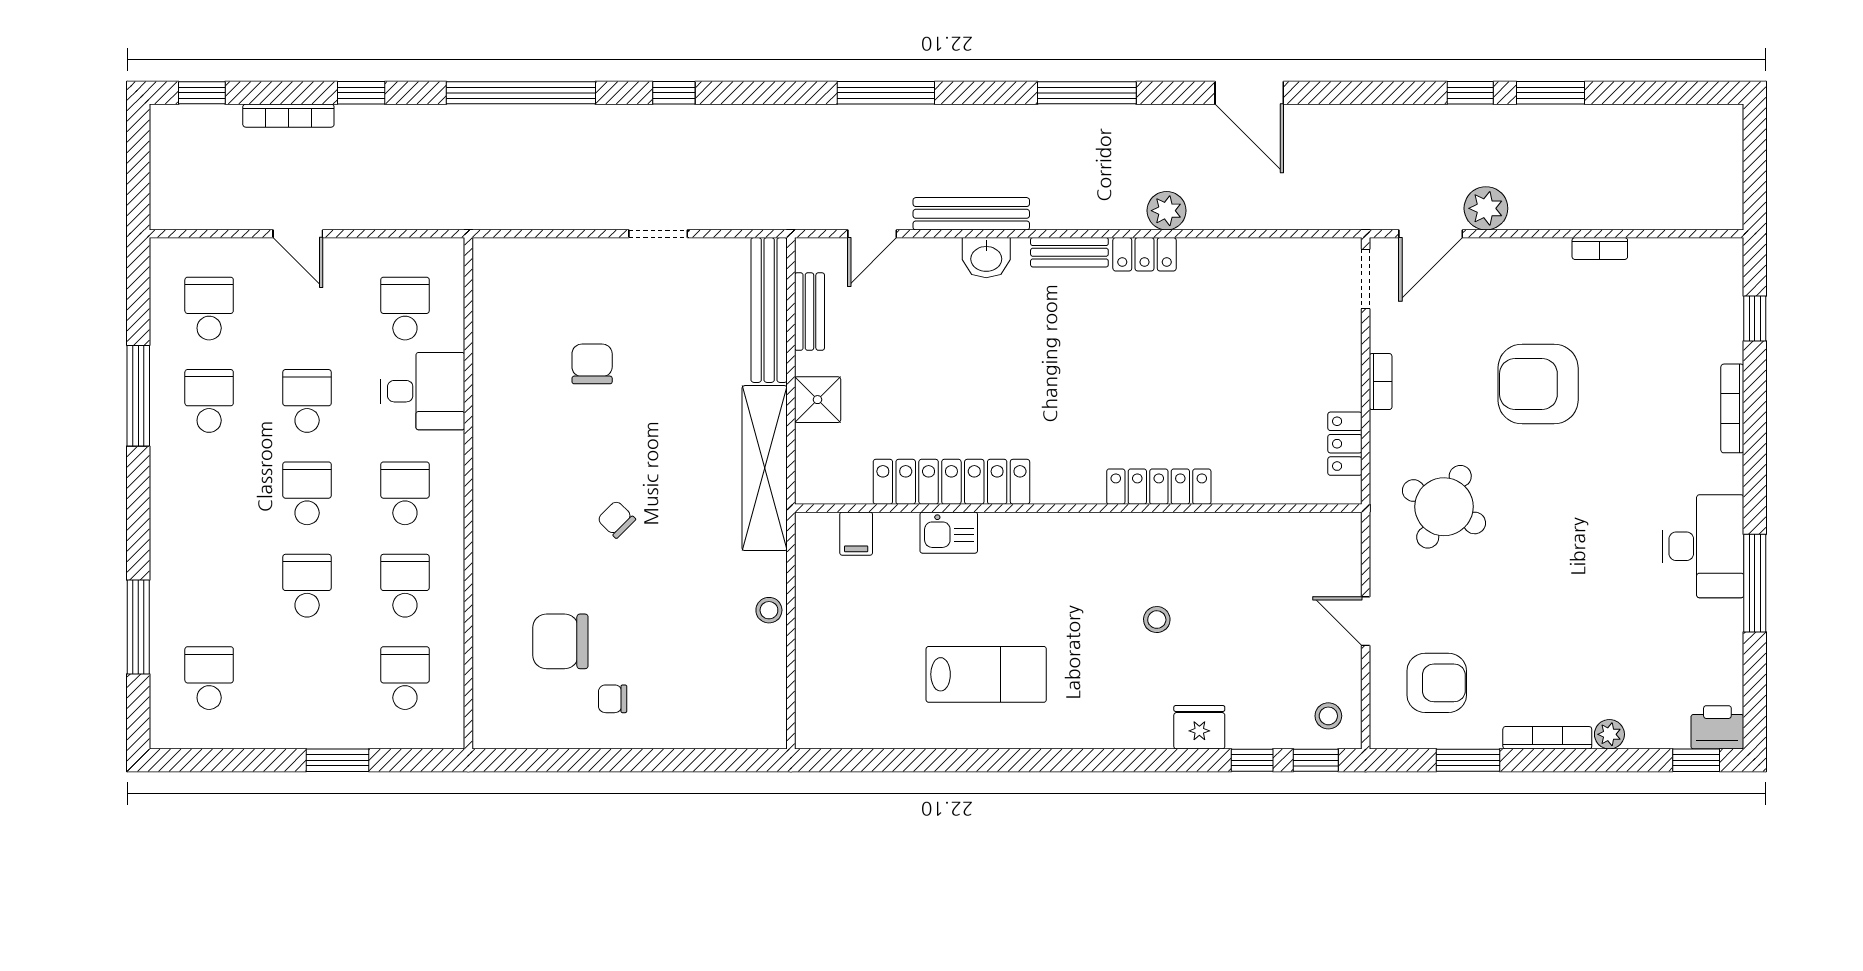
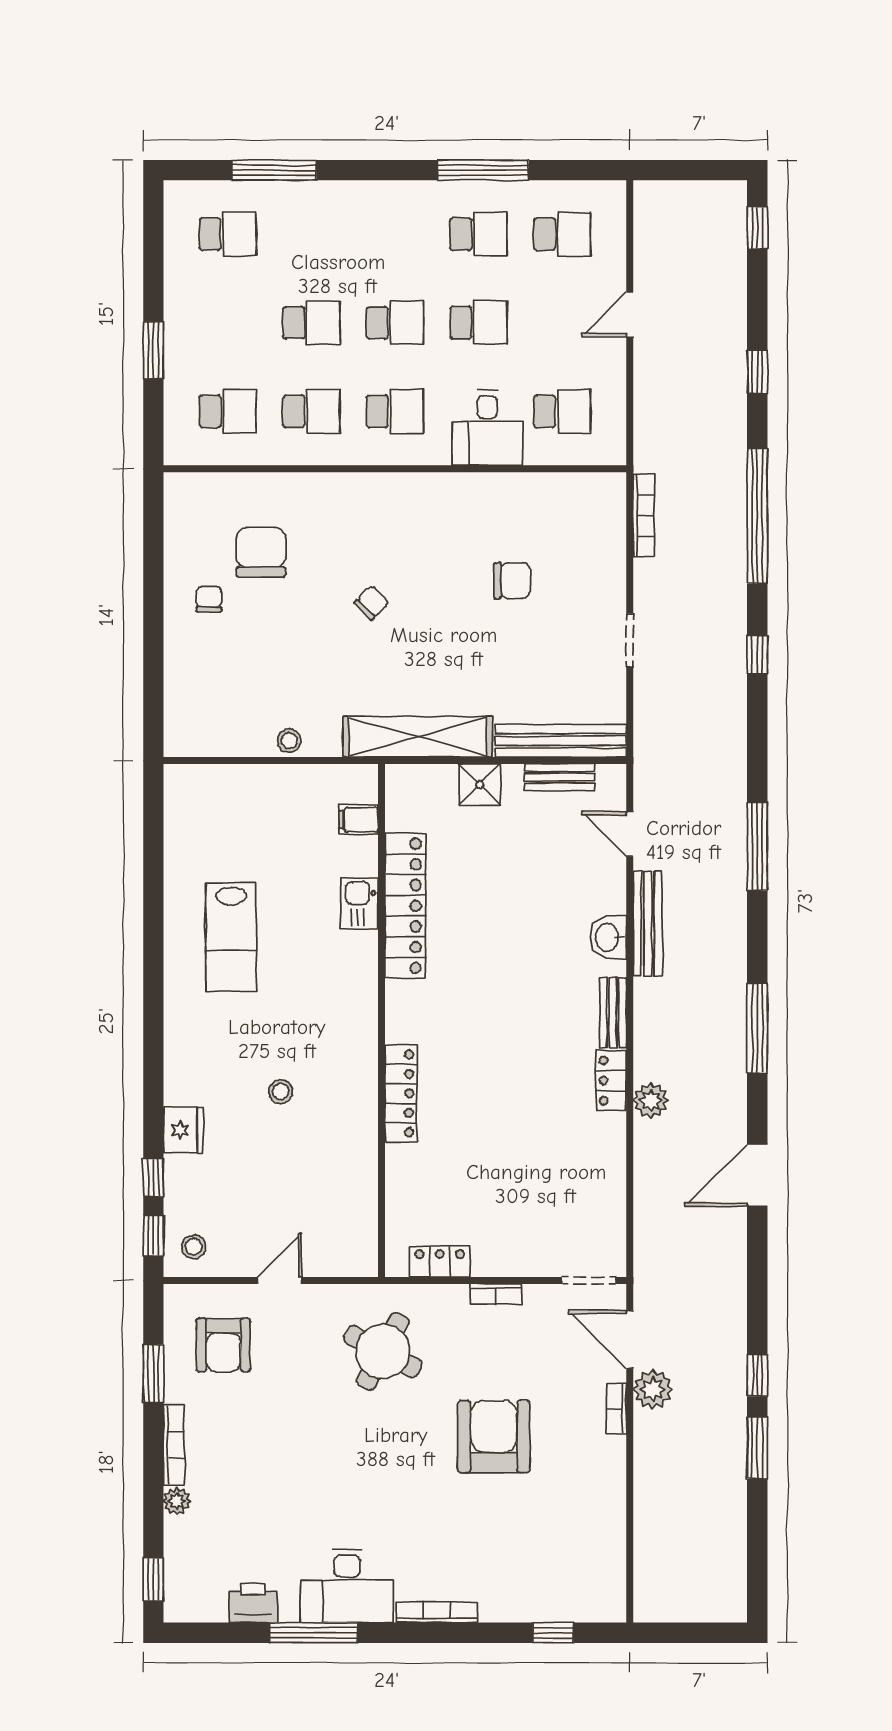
bookcase: (288, 116) -> (644, 515), moved, turned 180
bookcase: (1600, 248) -> (616, 1408), moved
bookcase: (1732, 408) -> (437, 1612), moved
printer: (1717, 727) -> (253, 1603), moved, turned -90

